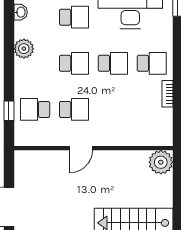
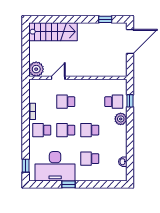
plant: (24, 49) -> (121, 119), moved
school desk: (74, 109) -> (66, 102), moved
door: (81, 148) -> (58, 78), moved

